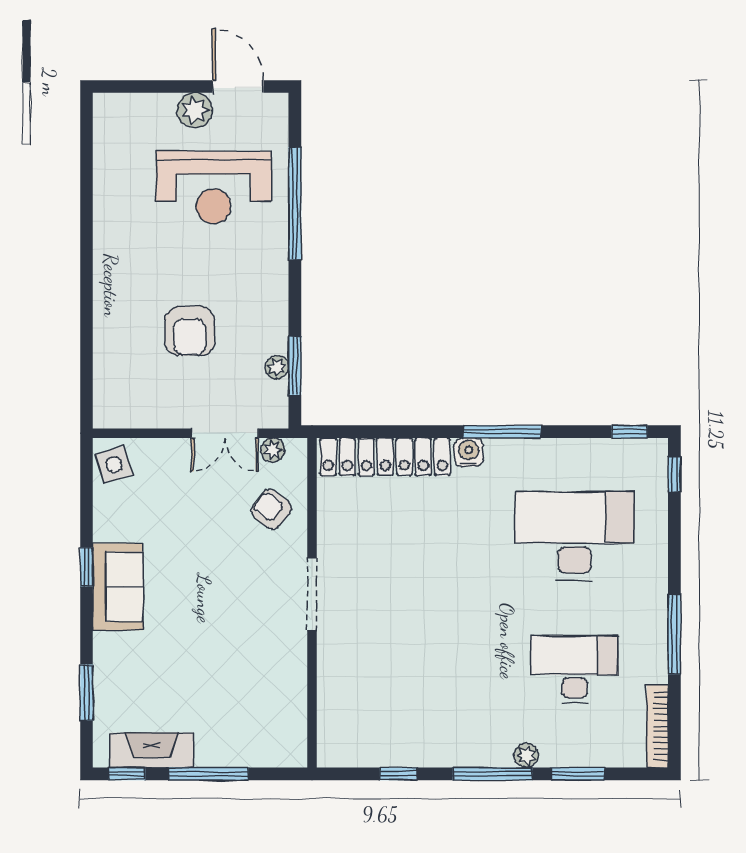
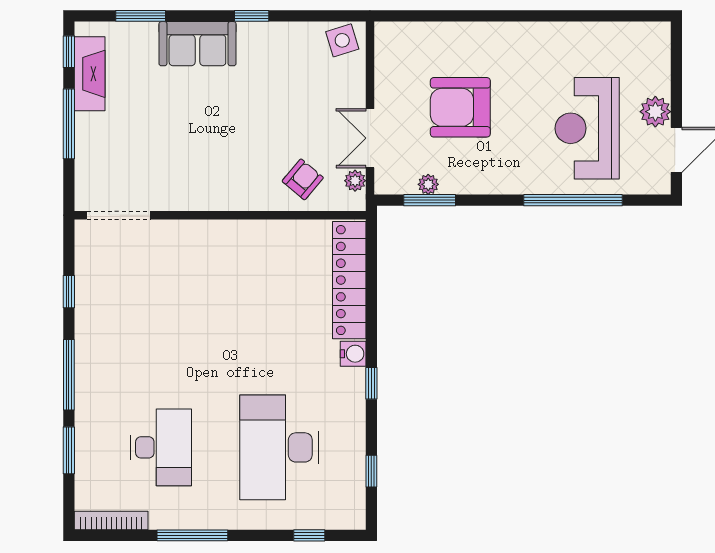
armchair: (190, 331) -> (460, 107), width x1.36, depth x1.36
window: (502, 432) -> (371, 383), width x0.46
window: (629, 432) -> (371, 471), moved
window: (674, 474) -> (309, 535), moved
desk: (575, 536) -> (279, 447), turned 180
sofa: (118, 587) -> (197, 44), moved
doorway: (312, 594) -> (119, 215), moved
plant: (526, 755) -> (85, 404), removed

